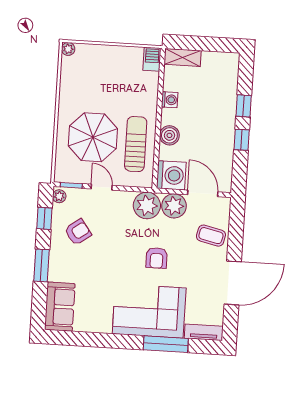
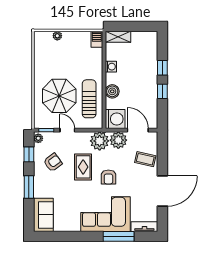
plant: (68, 49) -> (57, 36), moved
rug: (121, 241) -> (83, 167), added

